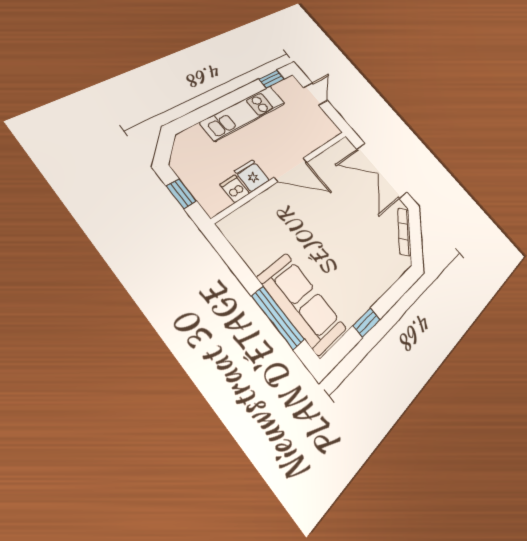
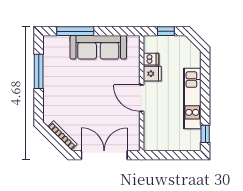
door: (315, 94) -> (179, 155), removed
door: (291, 170) -> (142, 98), hinge flipped
sofa: (302, 303) -> (98, 47), moved
window: (366, 322) -> (39, 71), width x2.17

